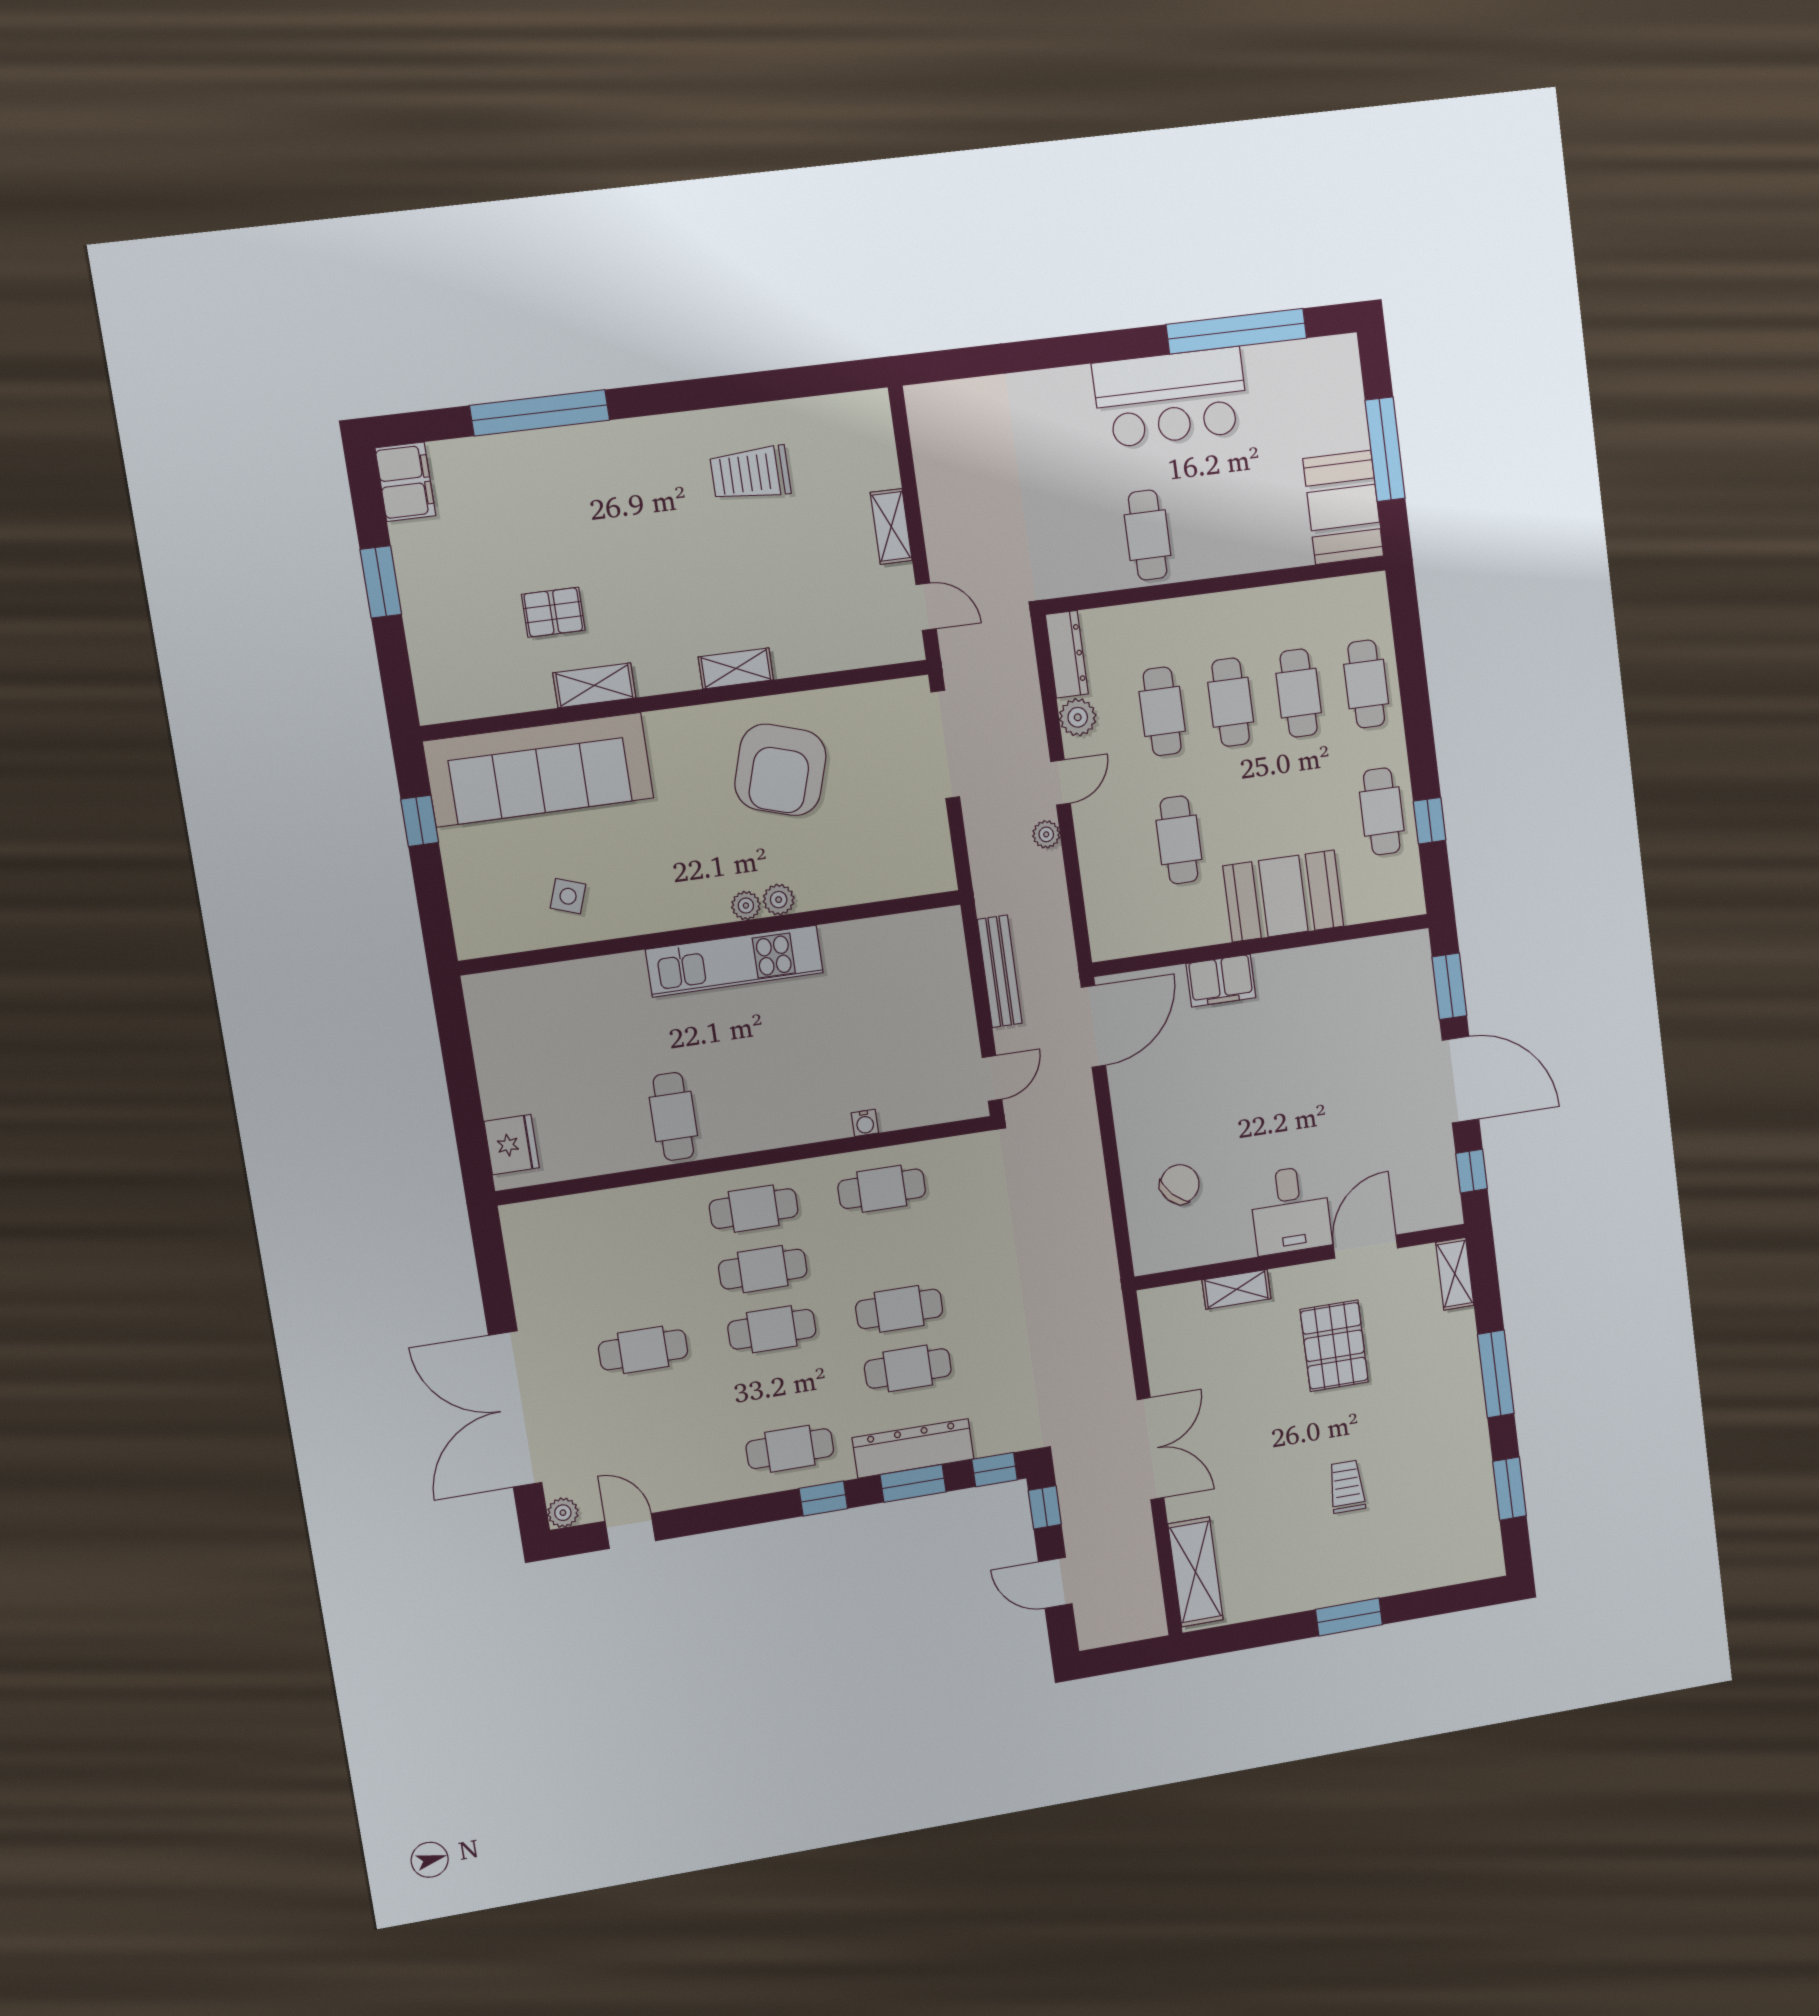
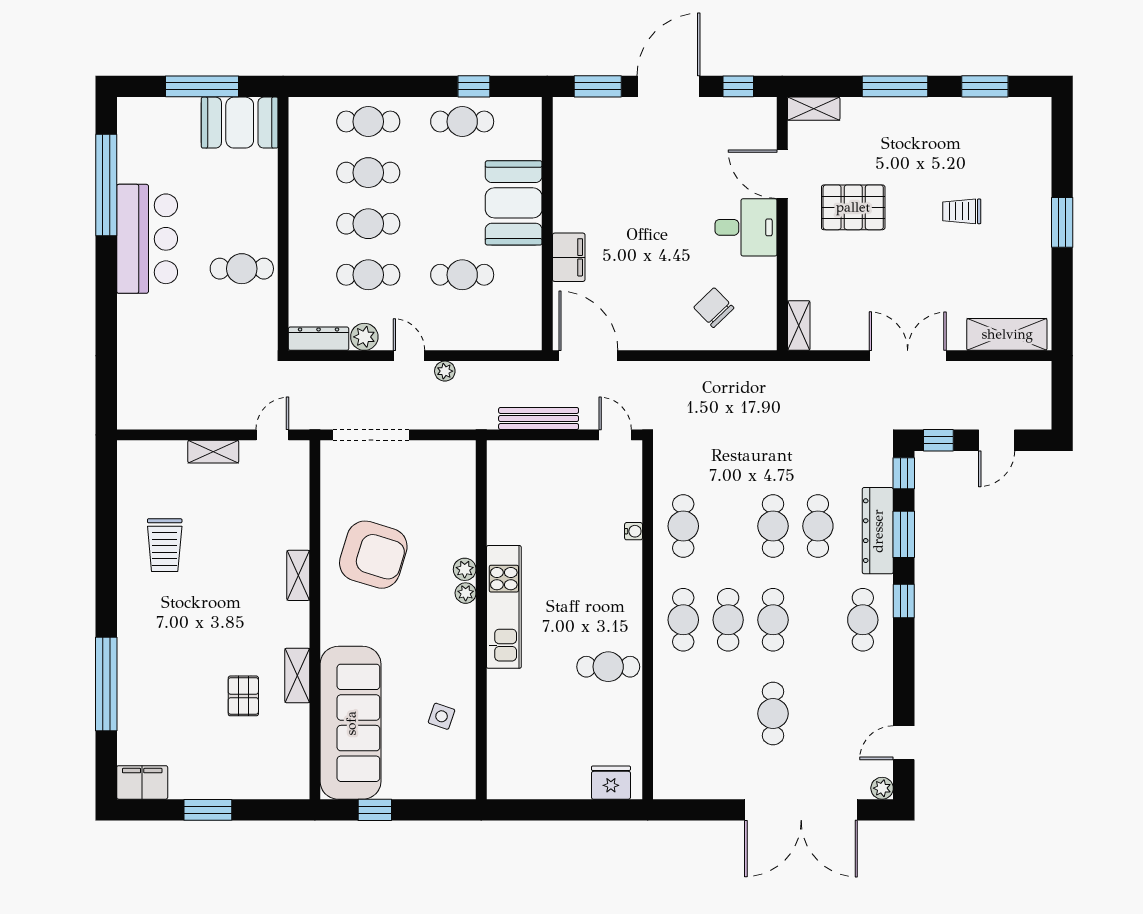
shelving: (1236, 1289) -> (799, 326), moved

